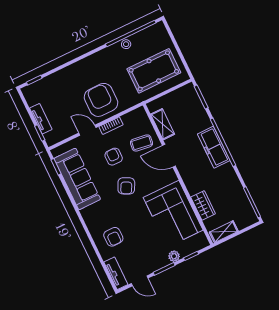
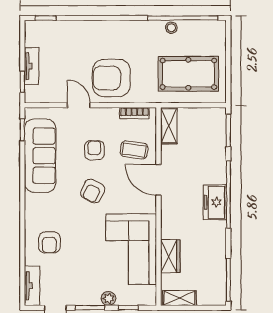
armchair: (101, 100) -> (111, 78), turned -90
shelving: (163, 124) -> (169, 126), moved
bookcase: (111, 126) -> (134, 113), moved
freezer: (214, 147) -> (215, 202), width x0.71

